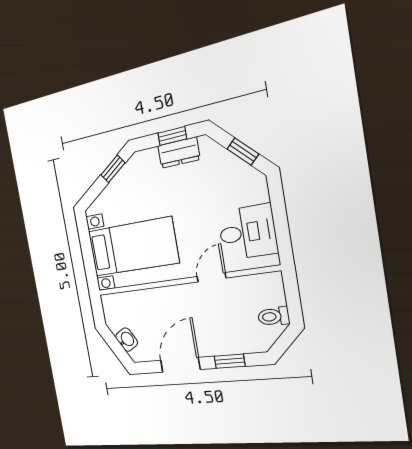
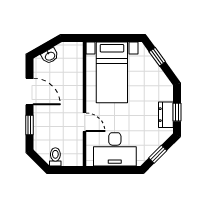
window: (113, 169) -> (157, 57), moved
desk: (247, 232) -> (115, 149), width x1.37

